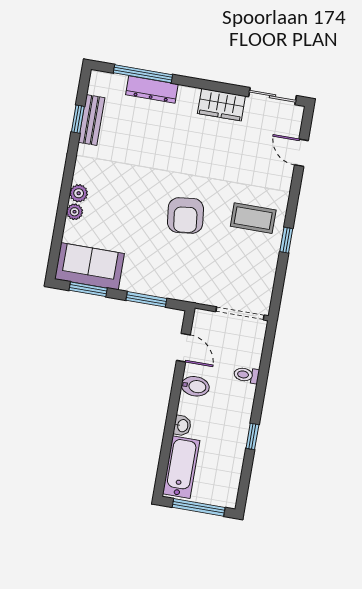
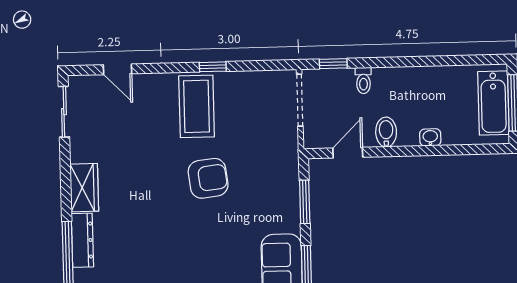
wardrobe: (221, 105) -> (84, 188), moved
door: (301, 153) -> (118, 69), hinge flipped
coffee table: (253, 218) -> (197, 106), width x1.36, depth x1.32
window: (252, 436) -> (333, 64), moved
bathtub: (181, 467) -> (493, 103), moved, turned -90

